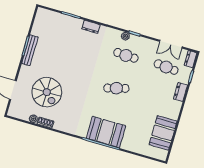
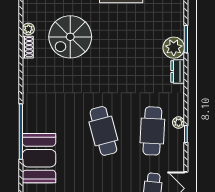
plant: (74, 25) -> (174, 48), added
cafe table: (126, 55) -> (152, 131), width x1.37, depth x1.35
cafe table: (116, 88) -> (103, 131), width x1.37, depth x1.35
booth: (106, 132) -> (39, 158), moved

